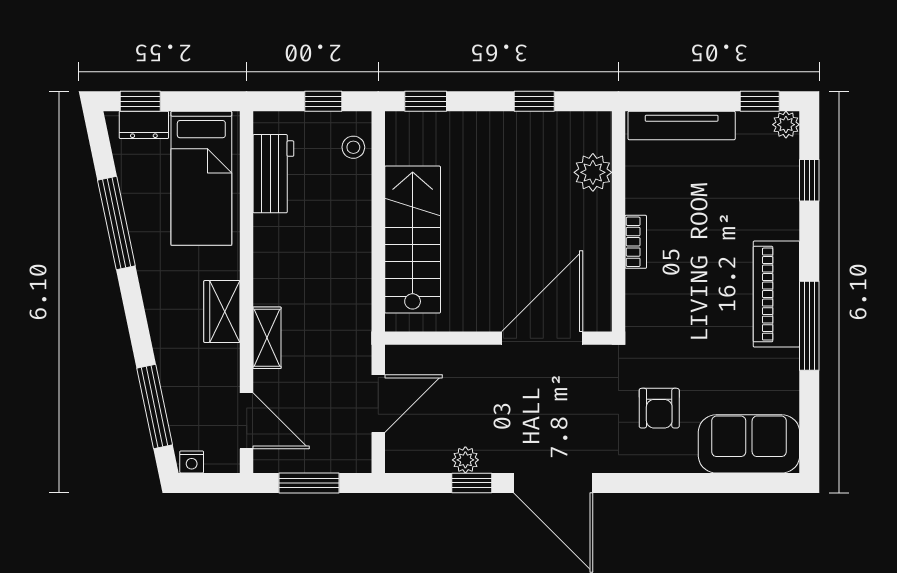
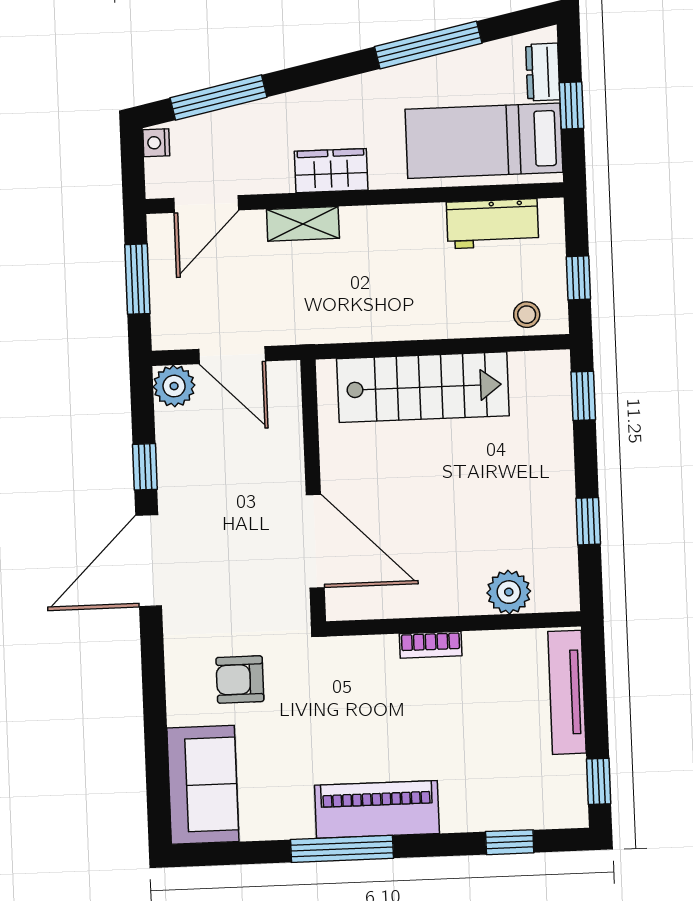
window: (140, 101) -> (572, 105), moved
plant: (786, 125) -> (573, 813), removed
plant: (465, 460) -> (174, 386), moved, width x1.38, depth x1.38

